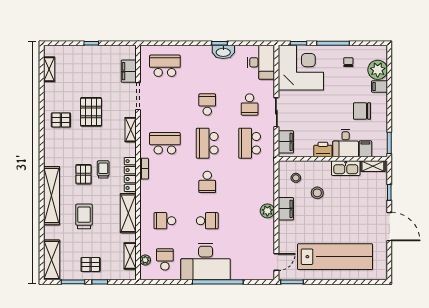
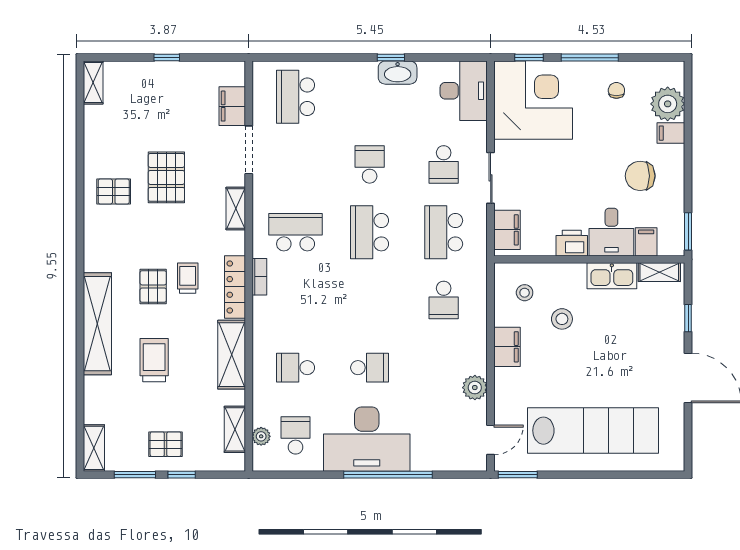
school desk: (165, 66) -> (296, 97), turned -90
shelving: (49, 69) -> (93, 82), moved
school desk: (207, 182) -> (444, 300), moved
plant: (267, 211) -> (475, 388), moved
shelving: (52, 260) -> (94, 448), width x0.67, depth x0.75

